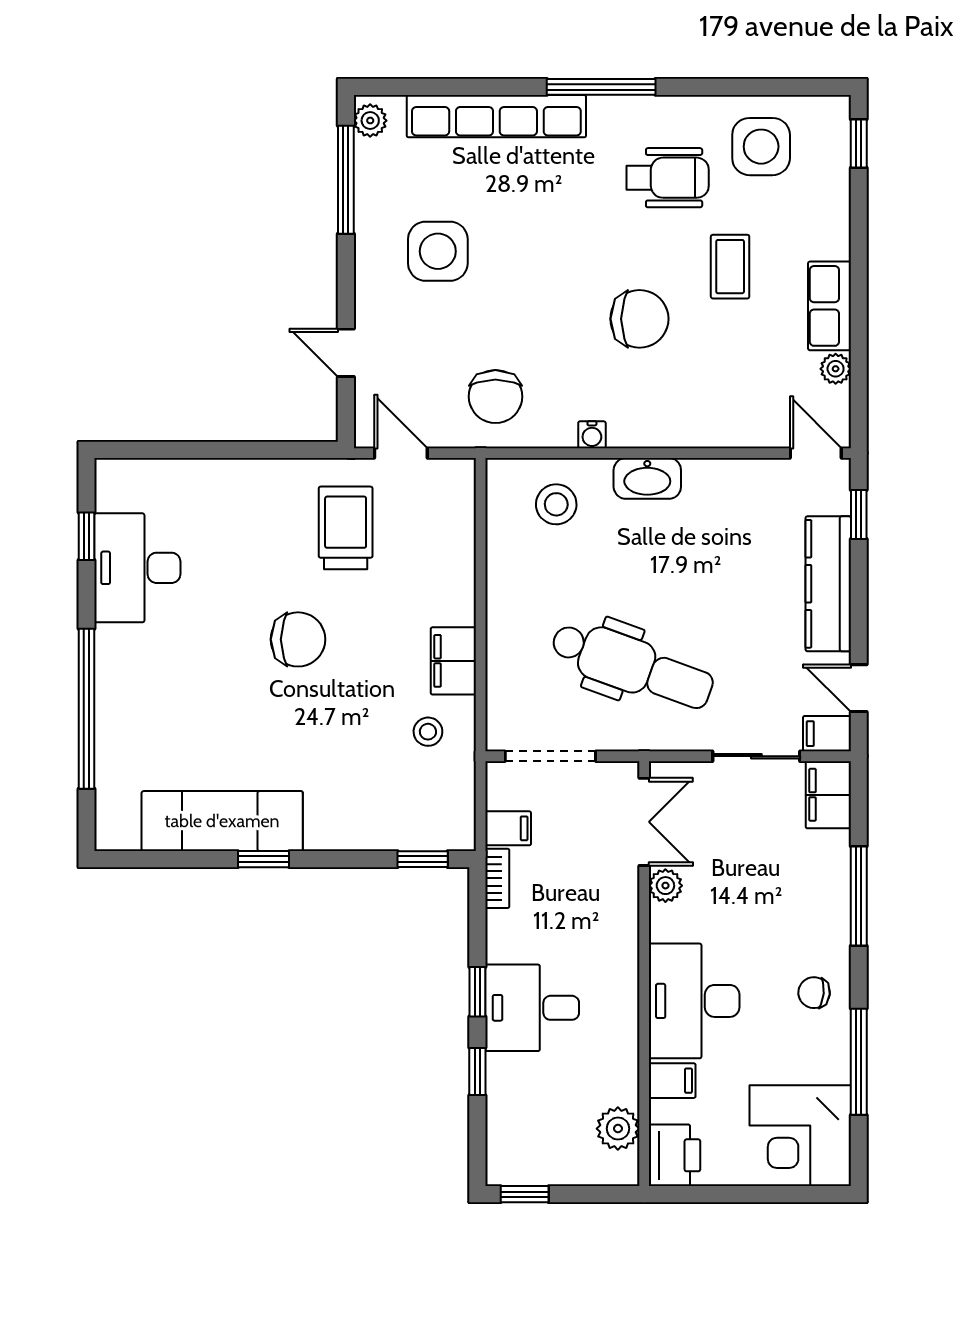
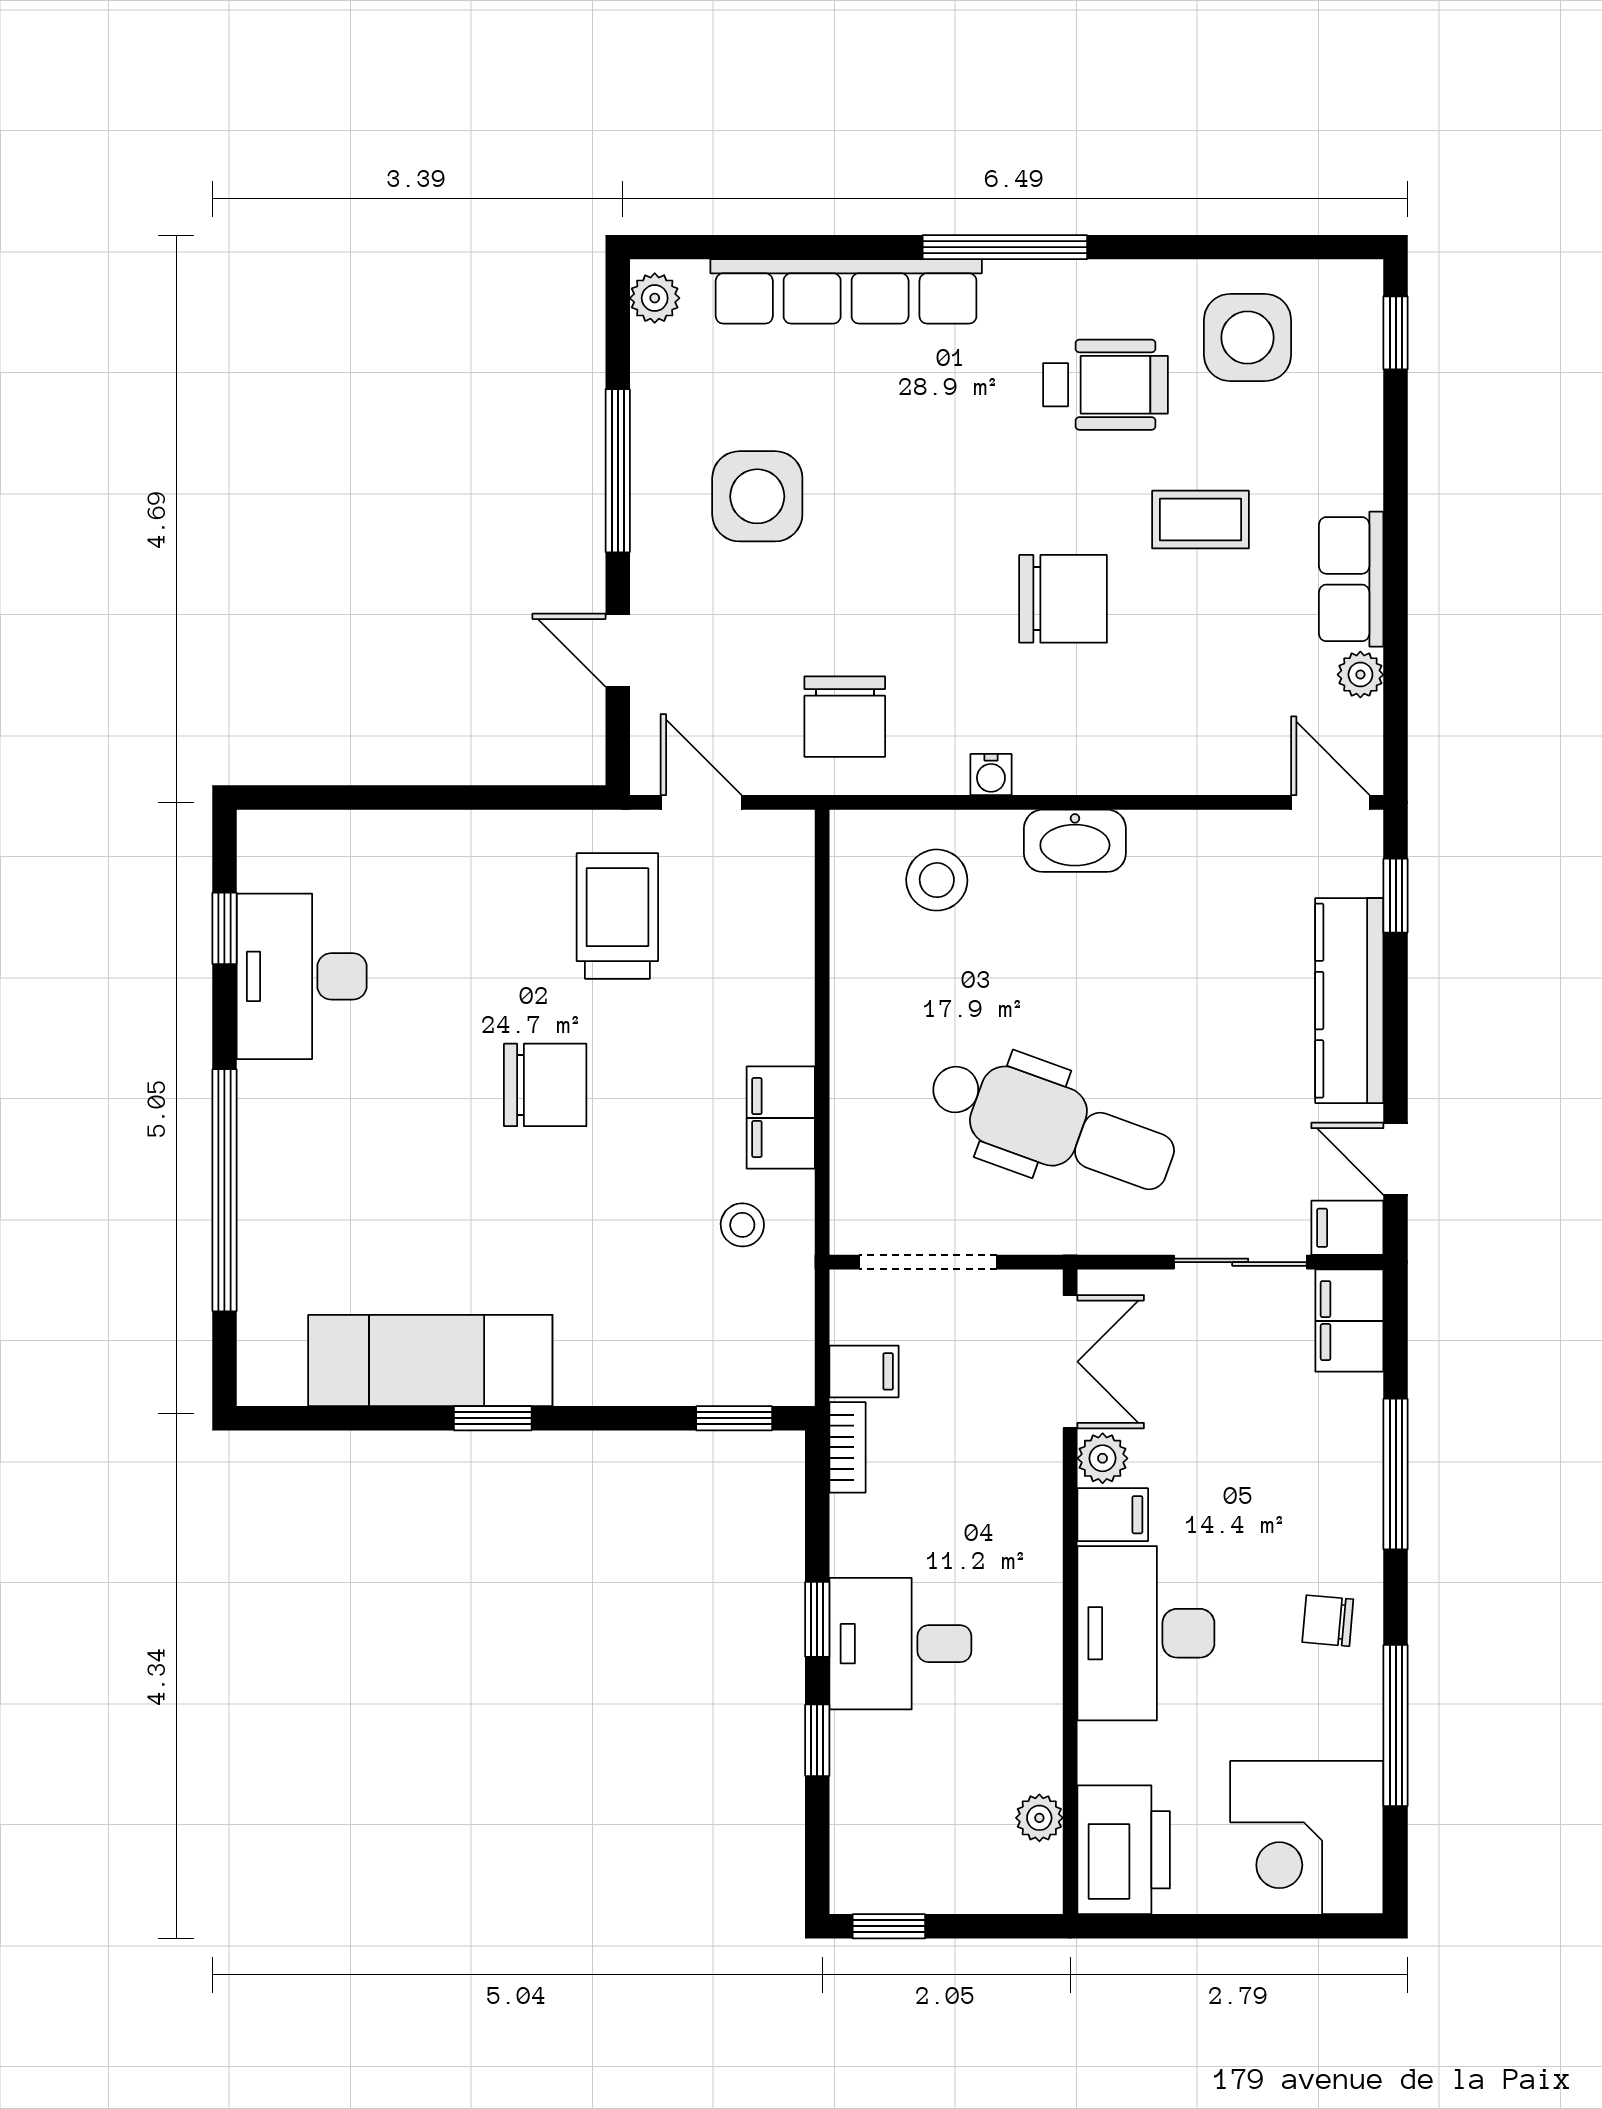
window: (346, 180) -> (618, 471), moved
coffee table: (730, 267) -> (1200, 520), turned 90
filing cabinet: (672, 1081) -> (1113, 1515), moved
plant: (618, 1129) -> (1039, 1818), width x0.73, depth x0.73
printer: (675, 1155) -> (1124, 1850), width x1.37, depth x1.19

